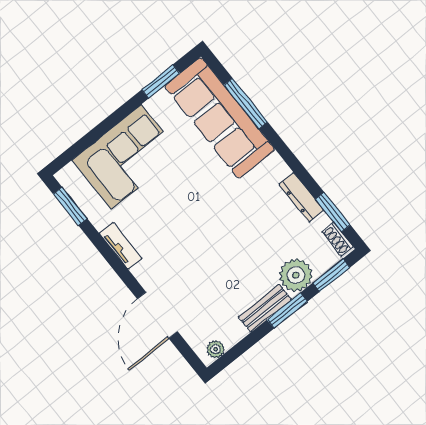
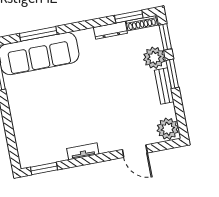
corner sofa: (126, 157) -> (33, 120), removed
shoe rack: (337, 239) -> (142, 23), width x1.43
door: (157, 315) -> (135, 151), width x0.73
plant: (216, 349) -> (168, 129), width x1.87, depth x1.87

